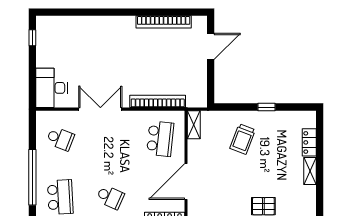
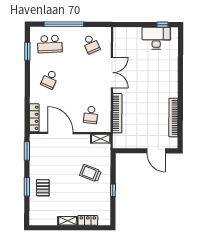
desk: (51, 88) -> (156, 38), moved
school desk: (60, 139) -> (91, 44), turned -45
school desk: (160, 139) -> (91, 115), width x0.54

